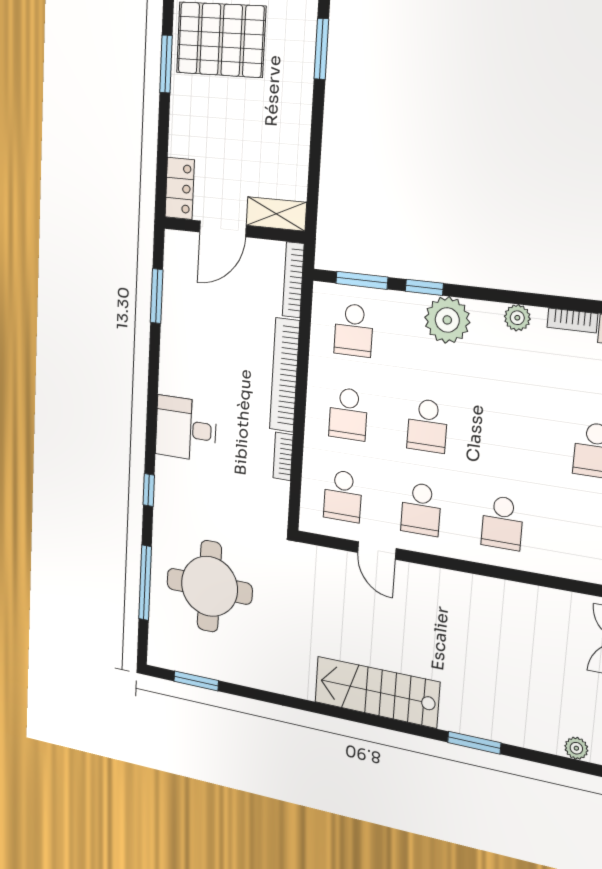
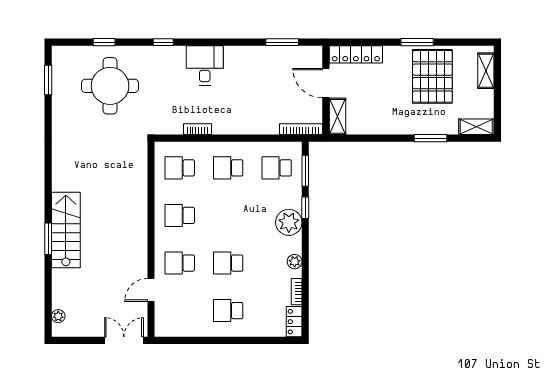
locker: (180, 188) -> (356, 54), width x1.53
bookcase: (285, 375) -> (245, 127), removed
school desk: (427, 426) -> (228, 263), moved
door: (377, 550) -> (151, 290), moved
window: (145, 583) -> (104, 42), width x0.46
stairs: (377, 692) -> (66, 230), moved
window: (474, 743) -> (48, 239), moved

